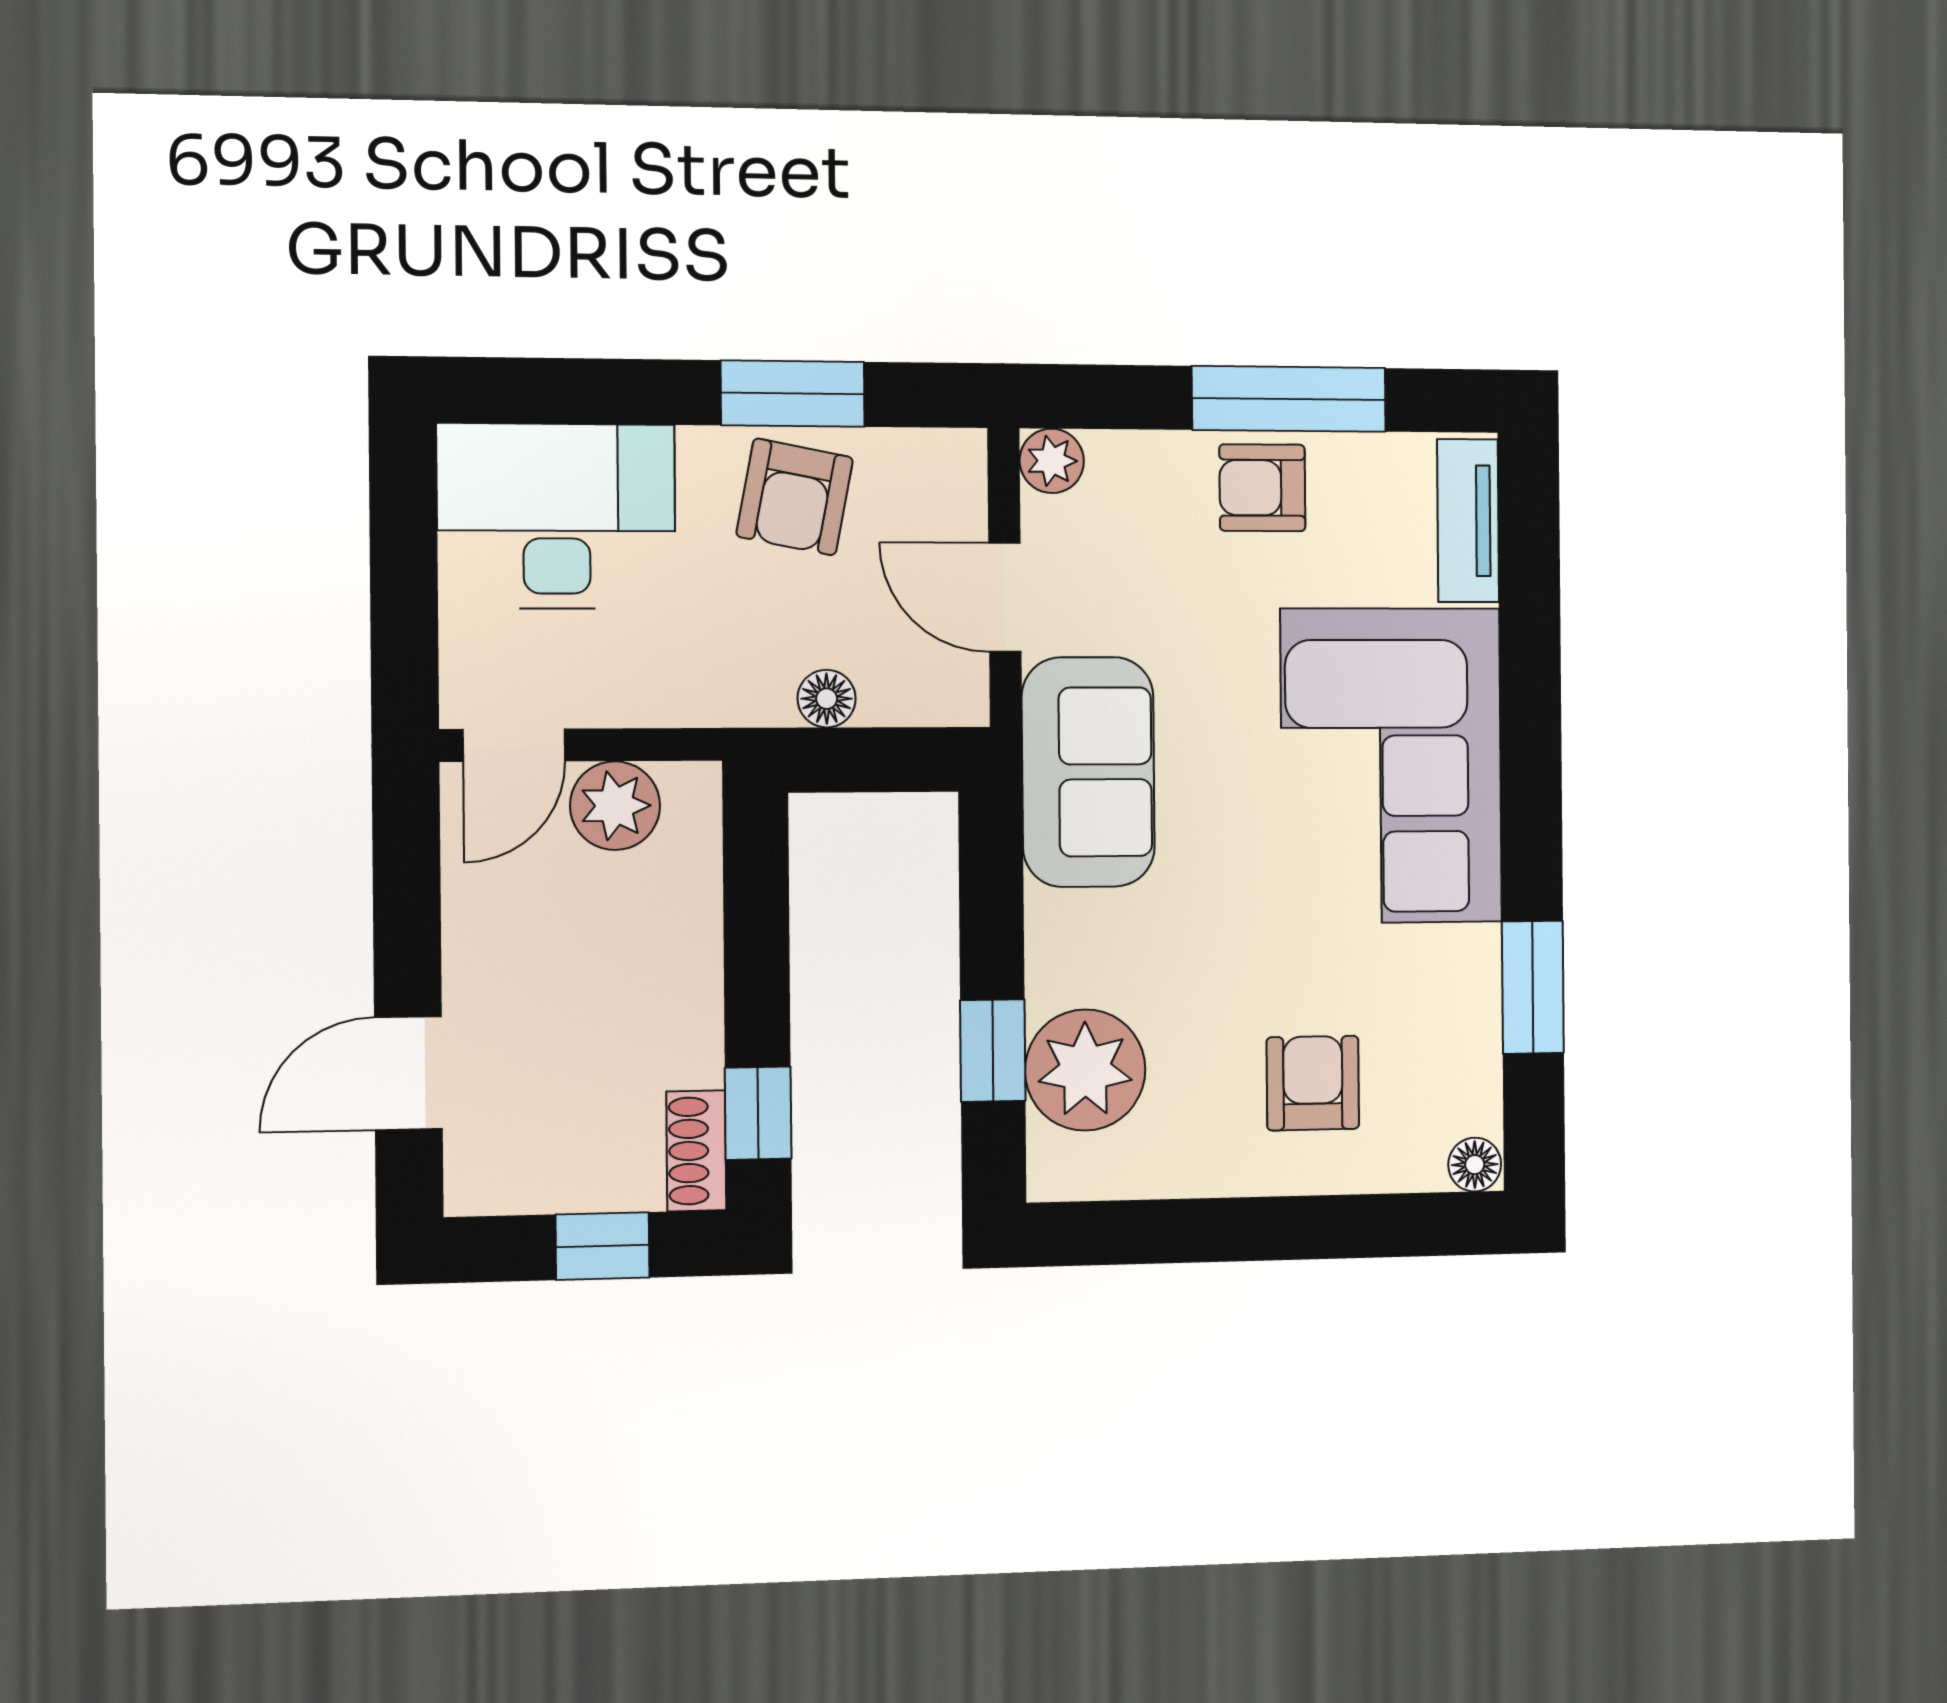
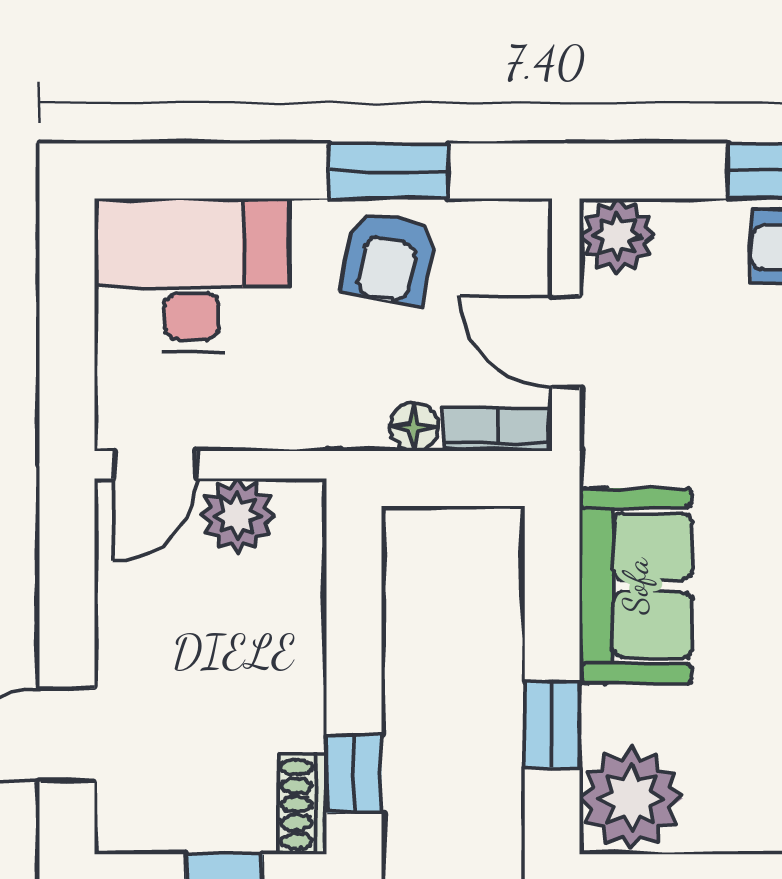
plant: (1052, 461) -> (617, 236), width x1.38, depth x1.38
bookcase: (926, 702) -> (498, 429), added
sofa: (1088, 772) -> (636, 586), moved
plant: (1085, 1070) -> (631, 798), moved

